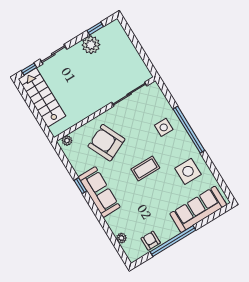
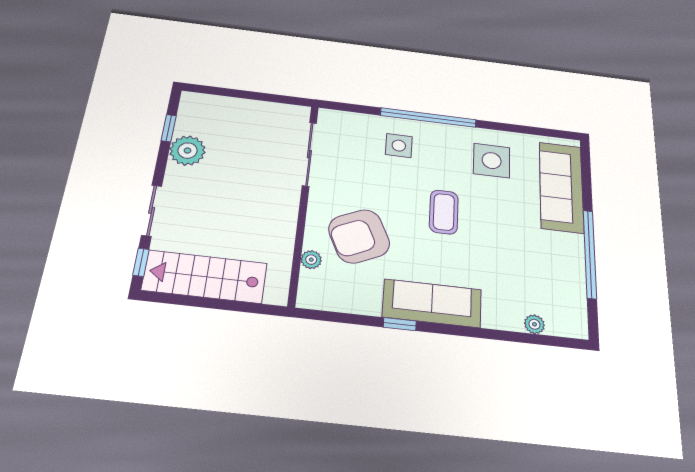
plant: (67, 141) -> (311, 260), moved
armchair: (151, 241) -> (568, 284), removed

